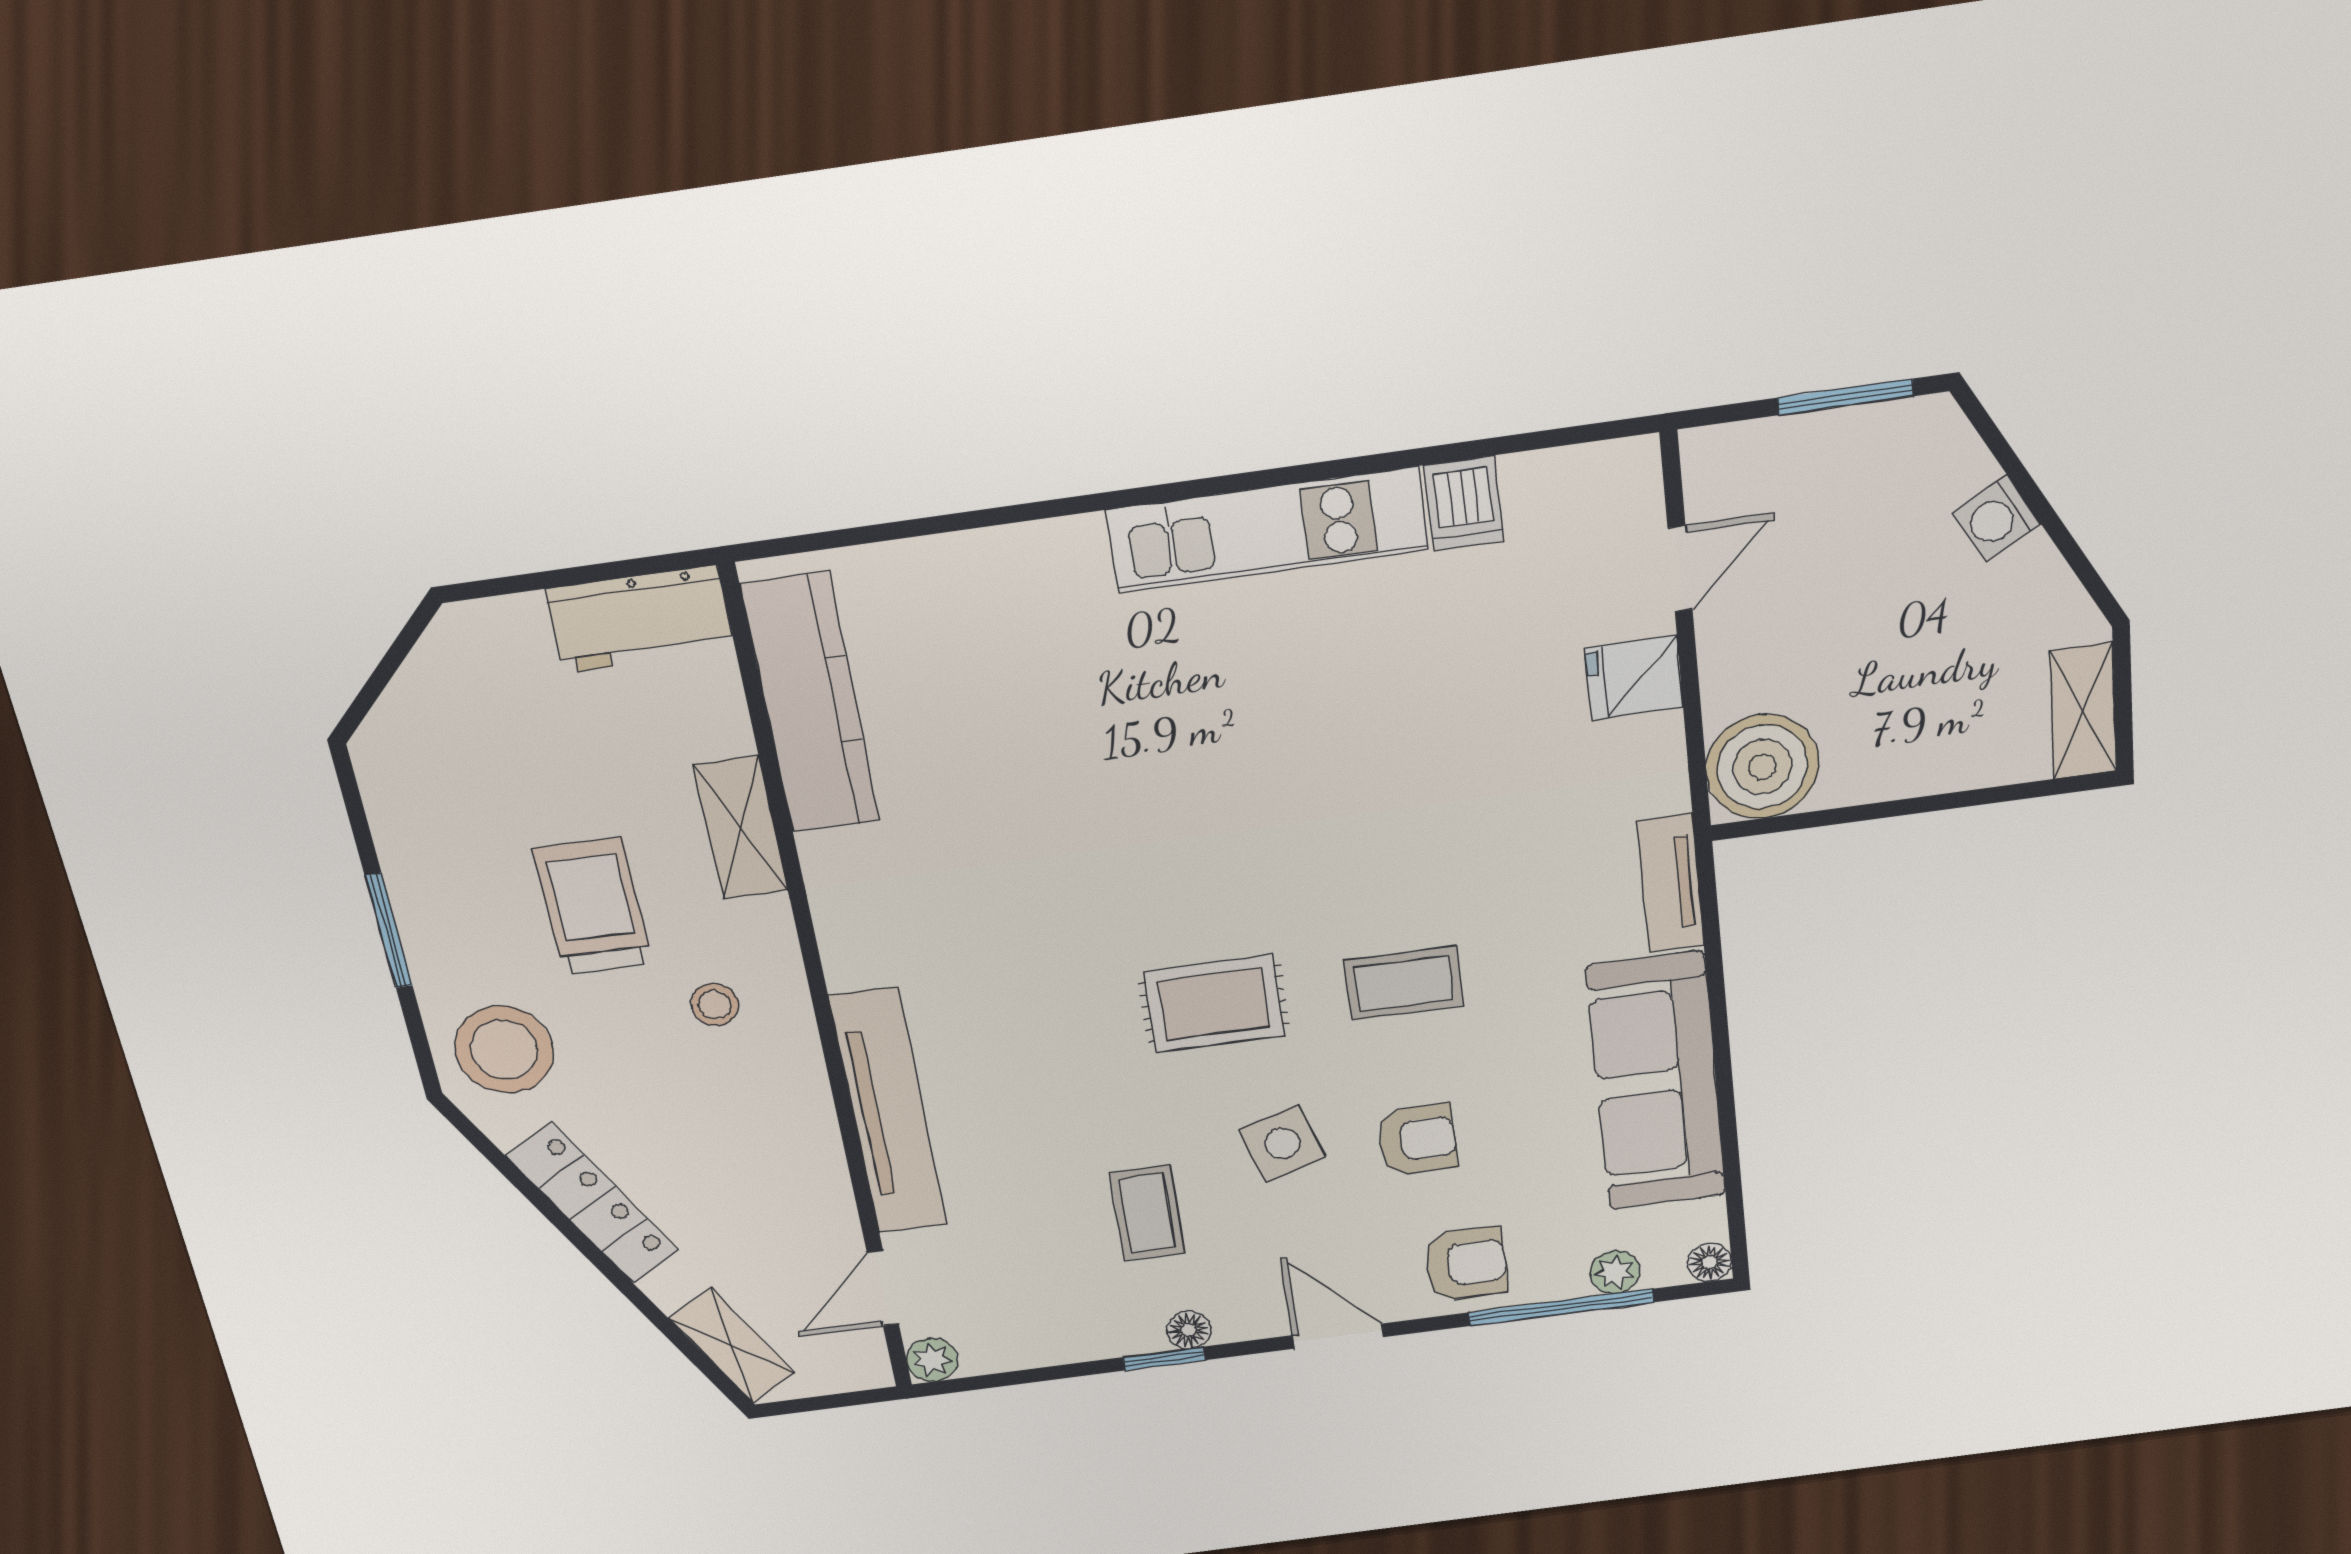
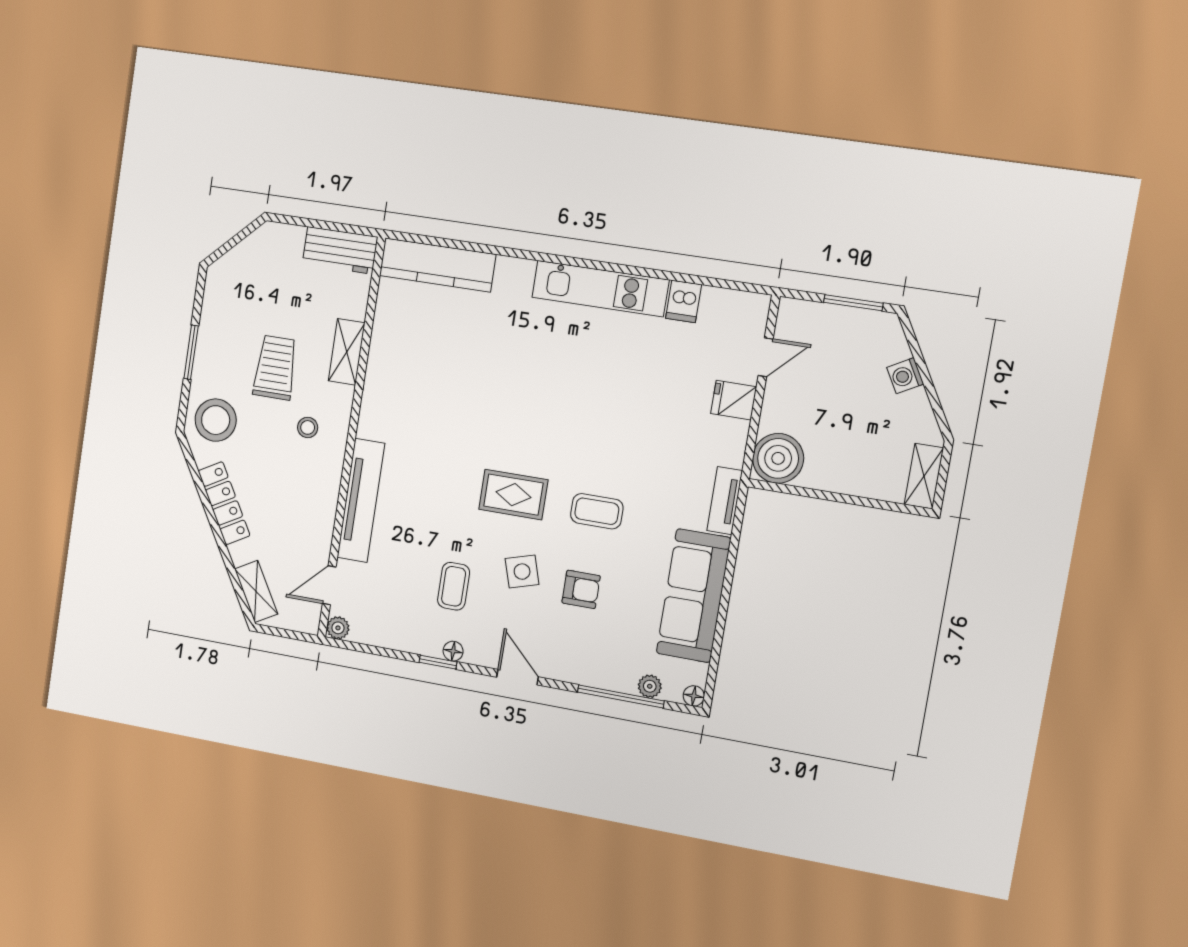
kitchen counter: (810, 703) -> (437, 265), moved, turned 90
armchair: (1466, 1264) -> (585, 659), removed

